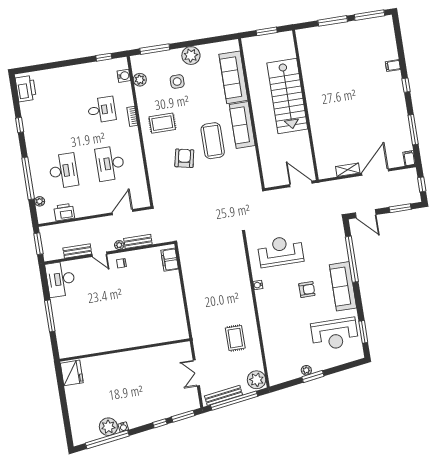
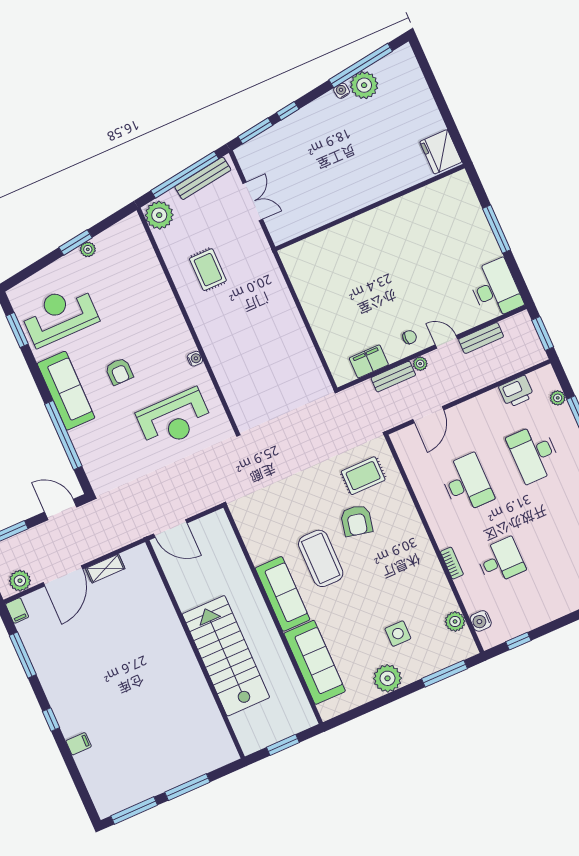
desk: (102, 110) -> (501, 561), turned 180
rug: (162, 123) -> (363, 476), moved
plant: (403, 176) -> (20, 581), added
filing cabinet: (170, 260) -> (369, 361), moved, turned -90
armchair: (307, 290) -> (119, 371), turned -90

